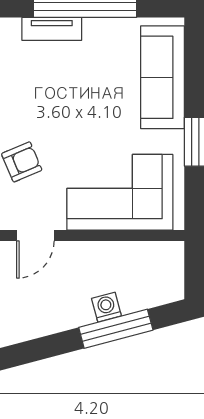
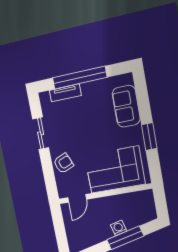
sofa: (162, 77) -> (126, 106), width x0.73

